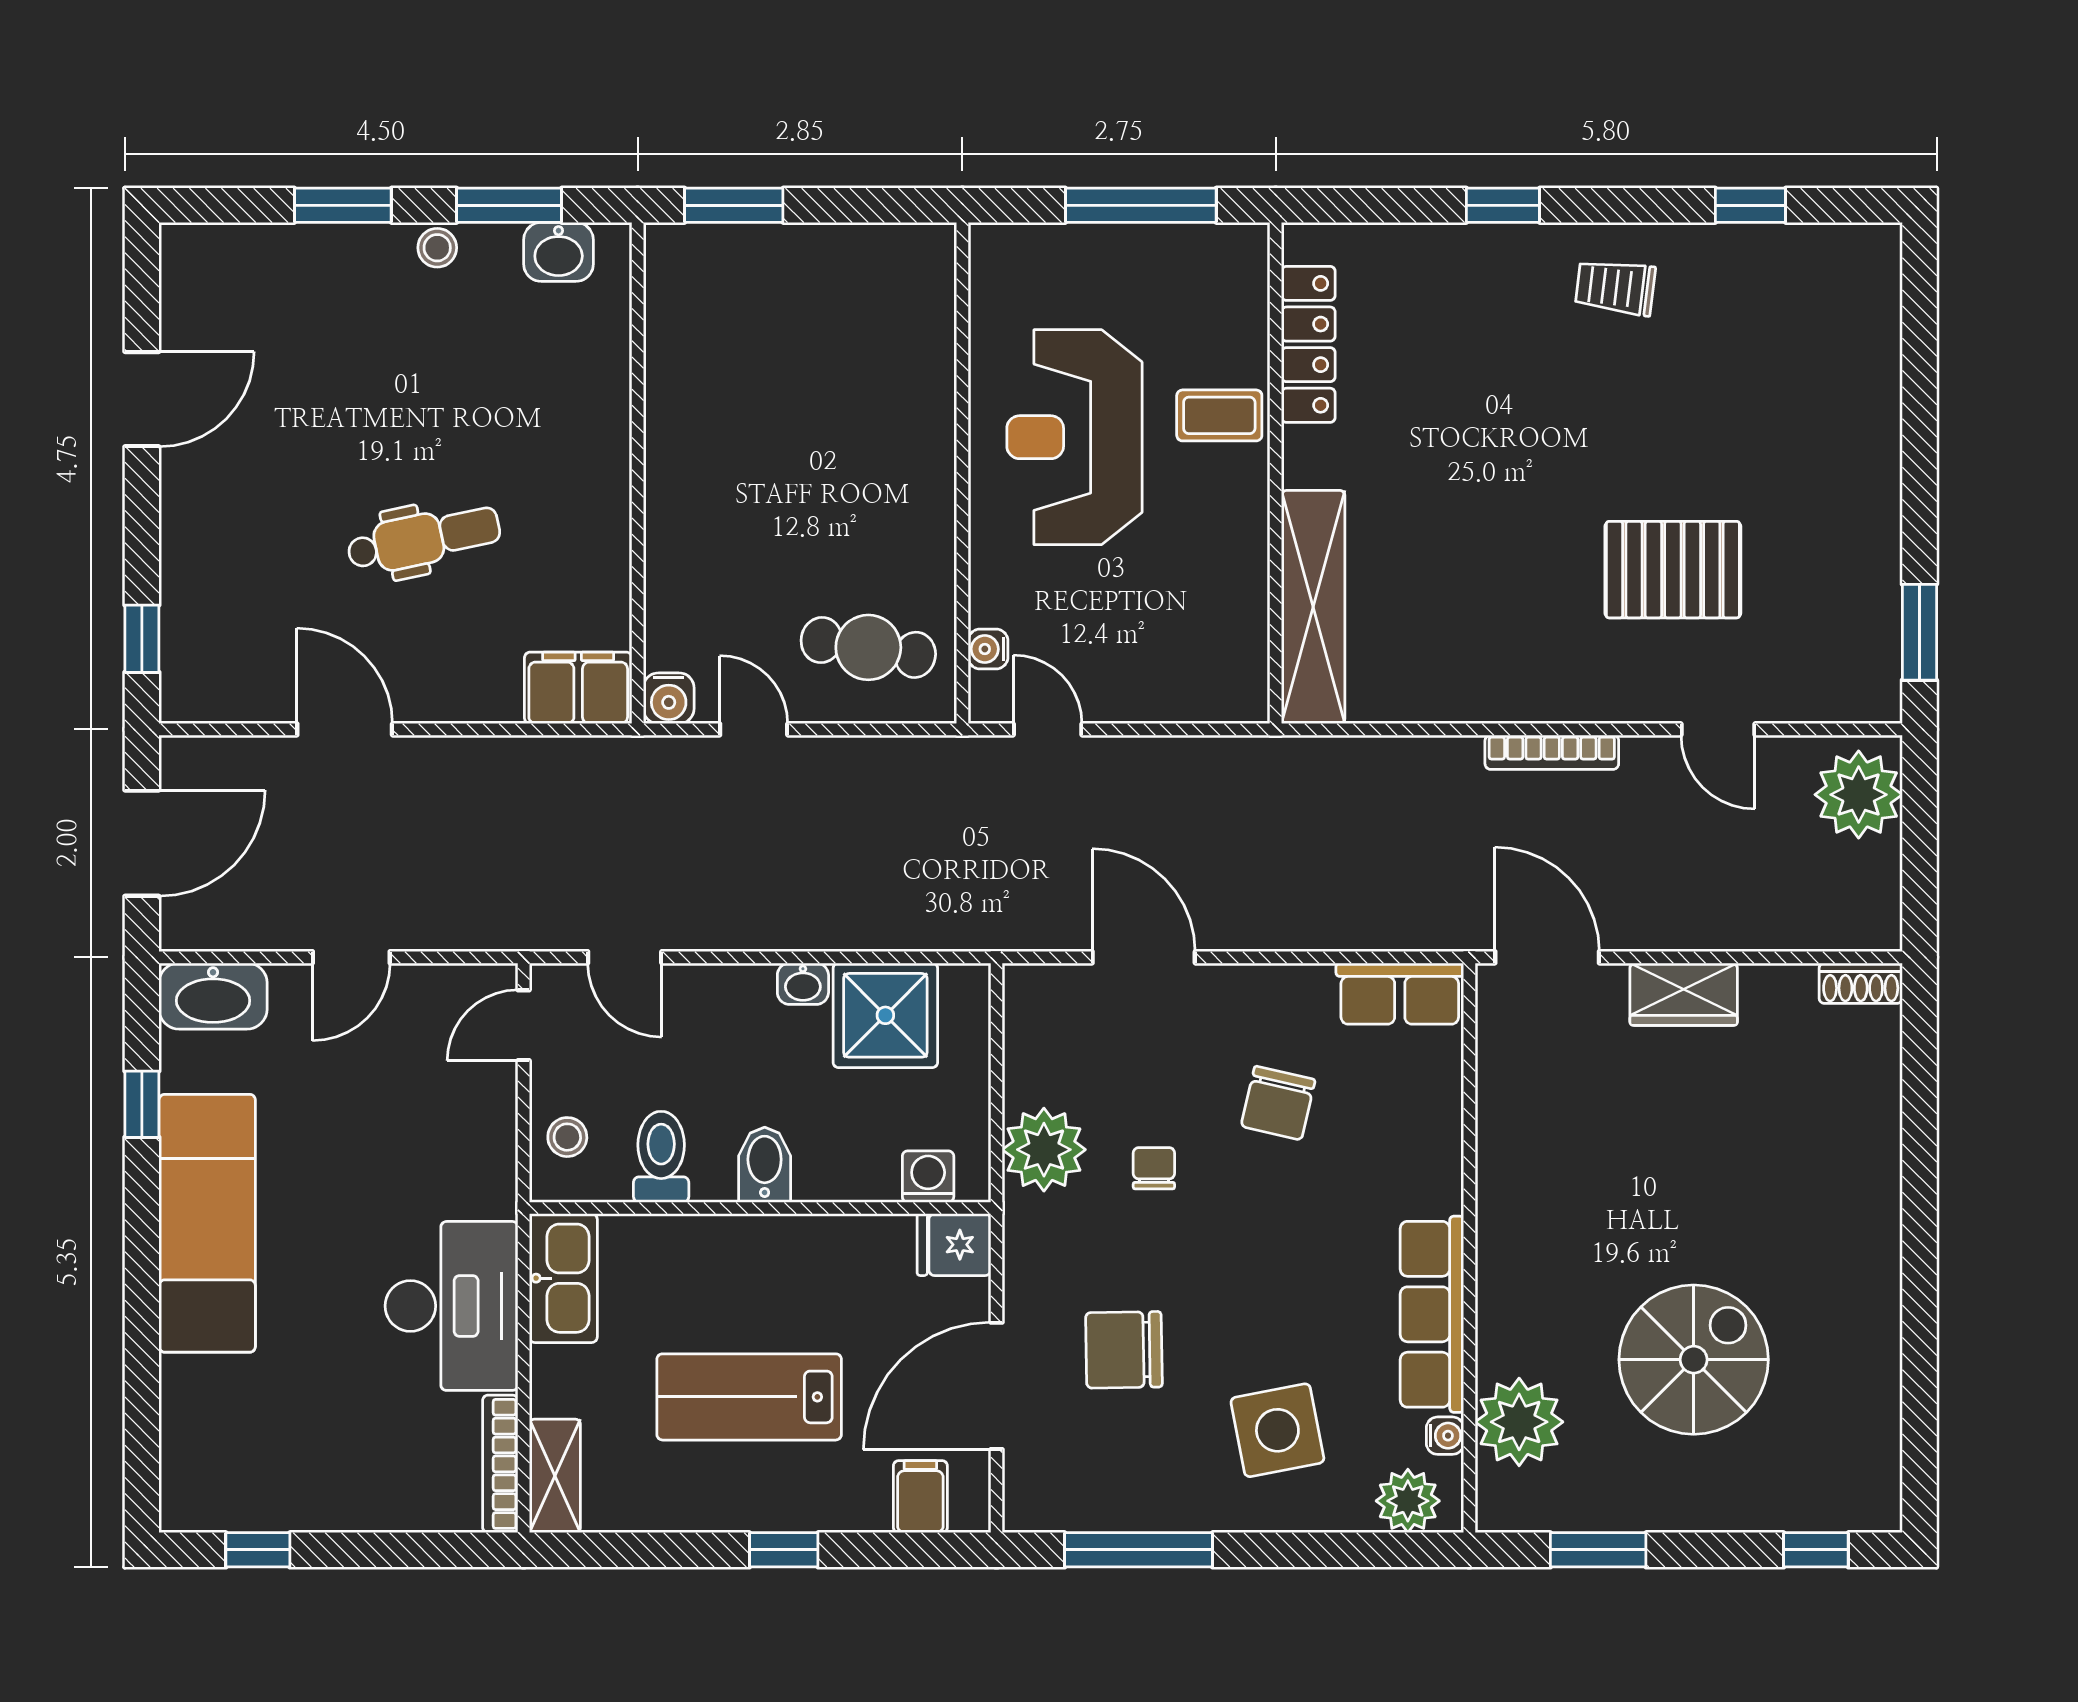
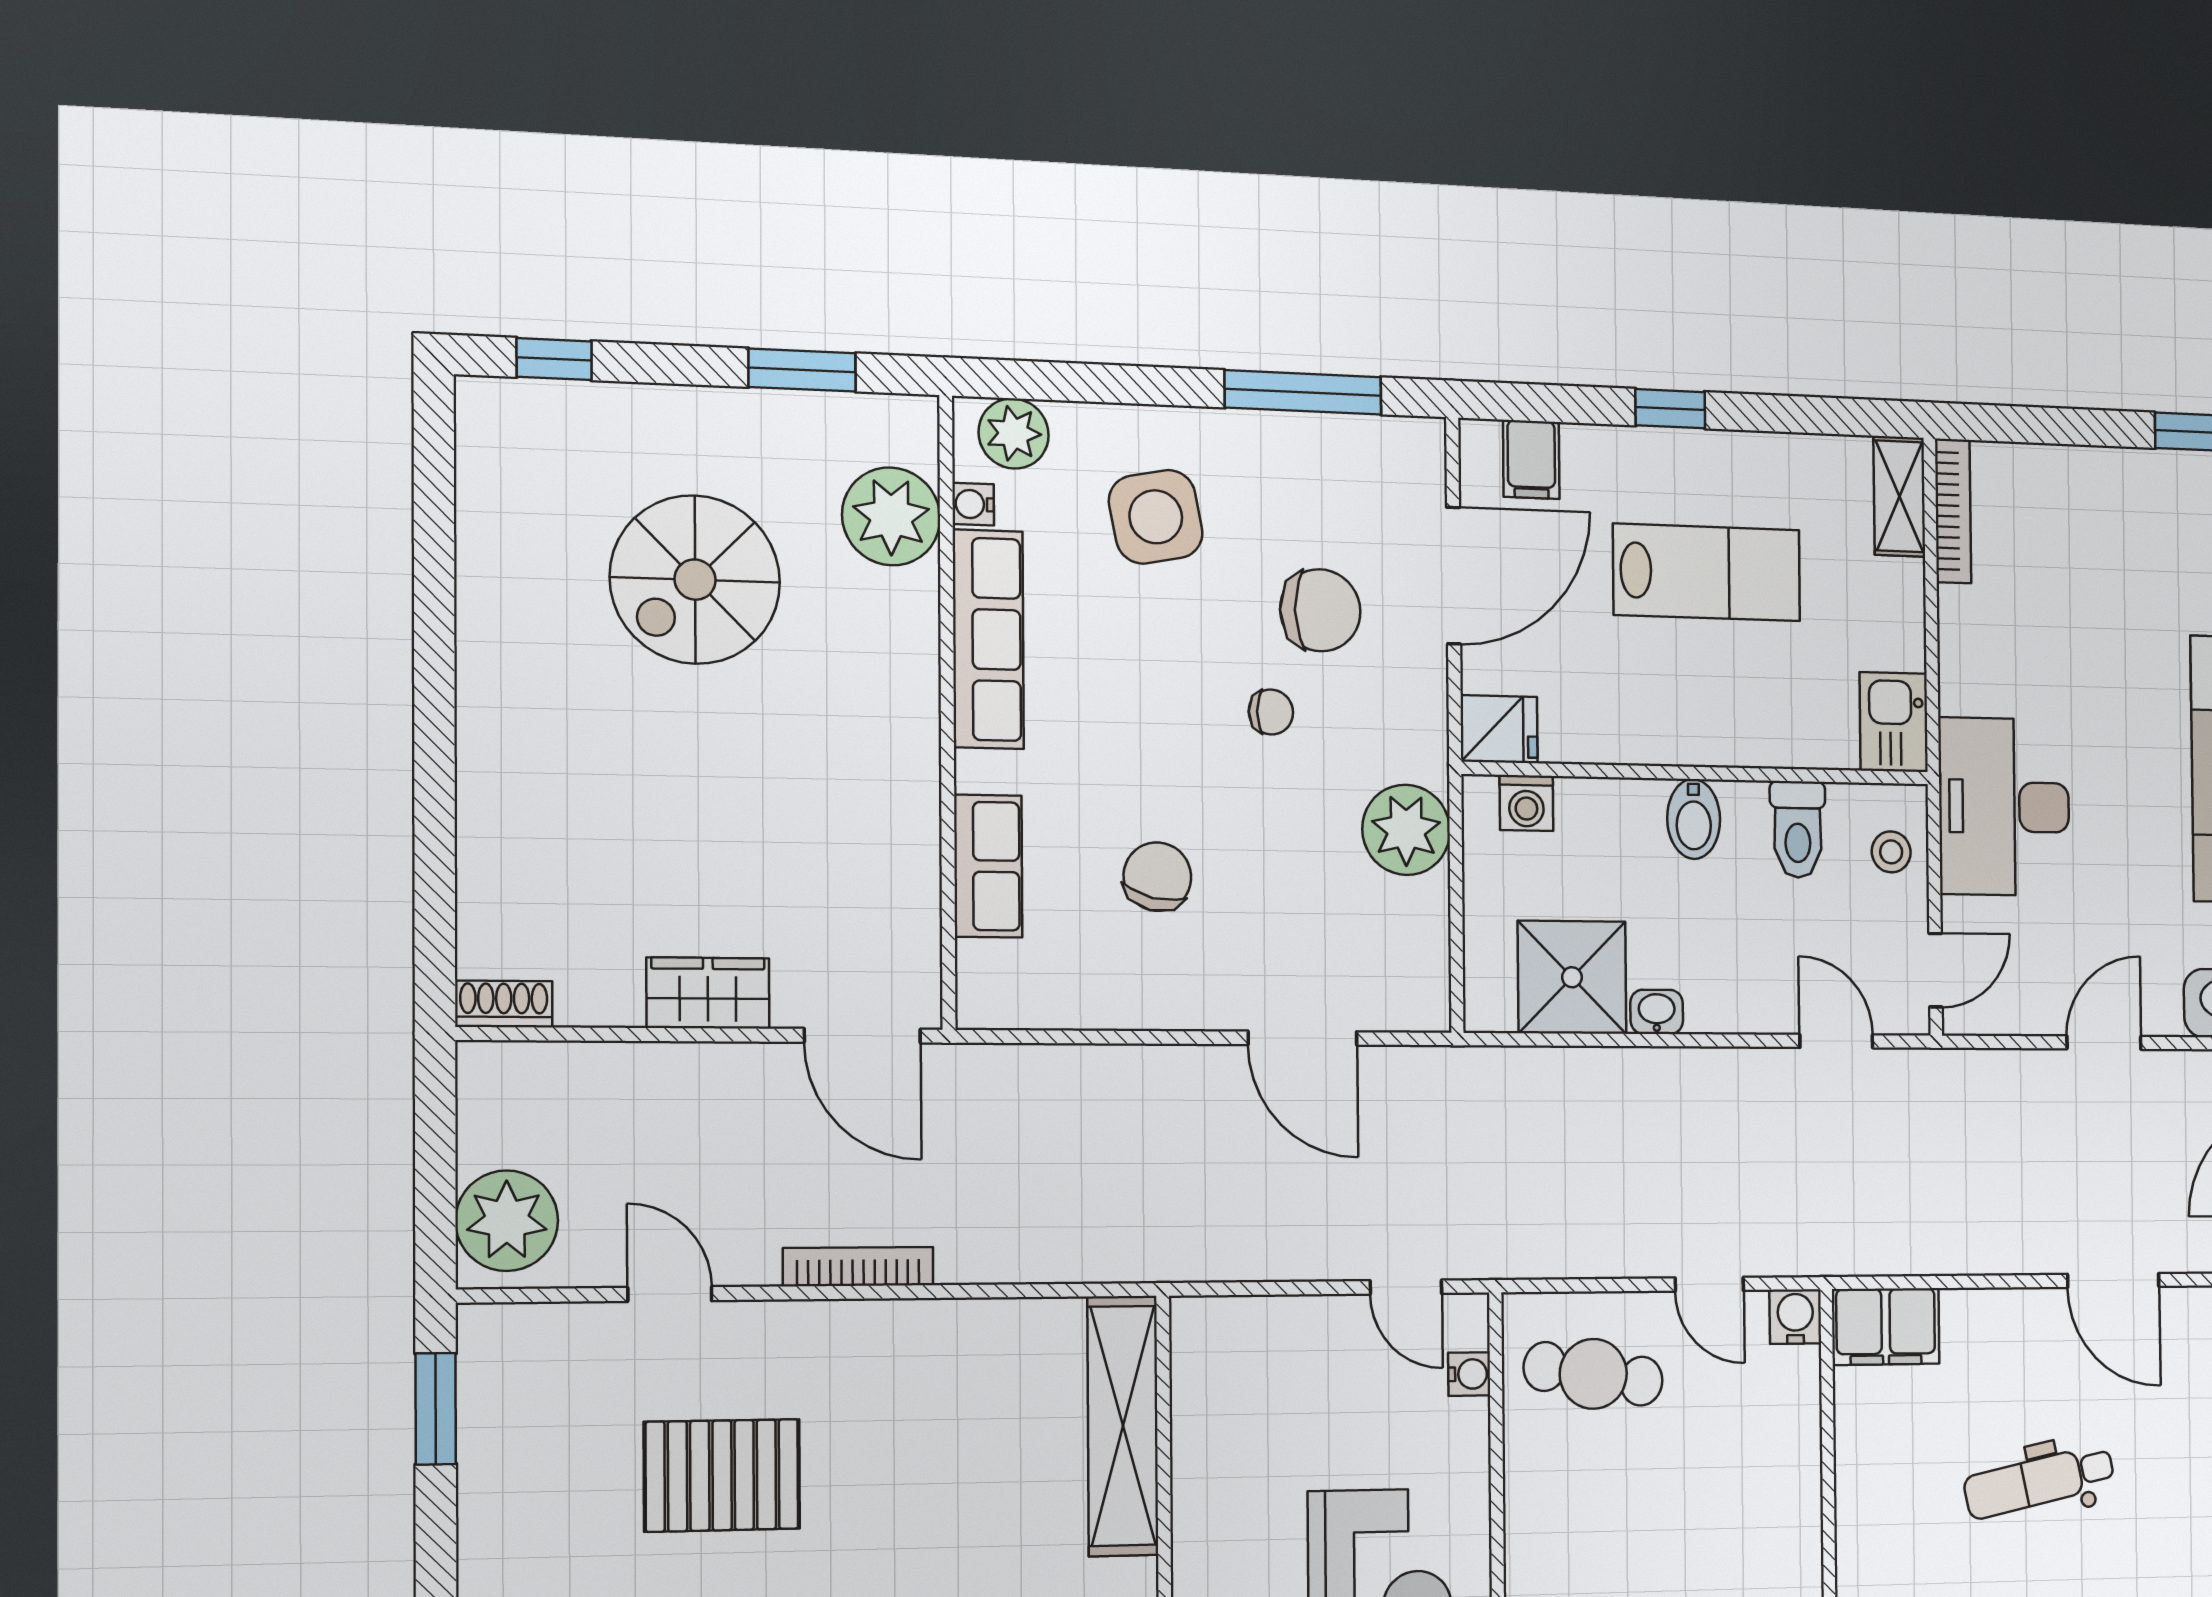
row of seats: (1400, 994) -> (988, 866), moved, turned 90
chair: (1154, 1168) -> (1271, 712), moved, turned -90
kitchen sink: (563, 1278) -> (1894, 722), width x0.73
desk: (452, 1306) -> (2004, 807), moved

